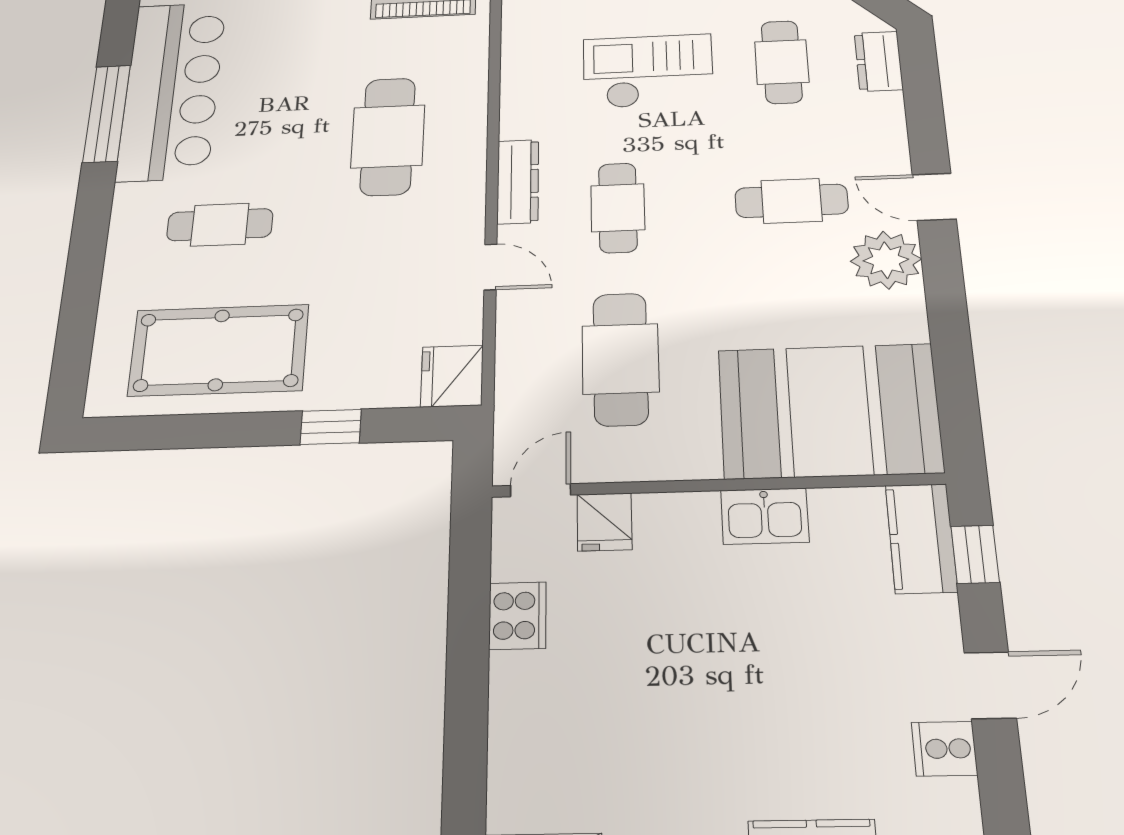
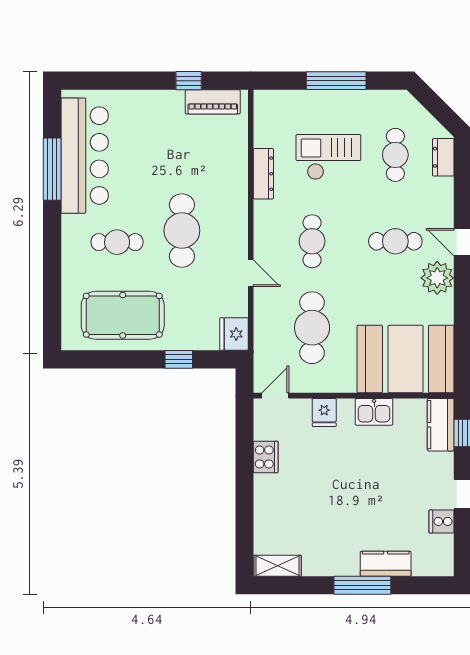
cafe table: (388, 136) -> (182, 231), moved
dresser: (518, 181) -> (263, 174), moved
fridge: (605, 522) -> (324, 412), moved

